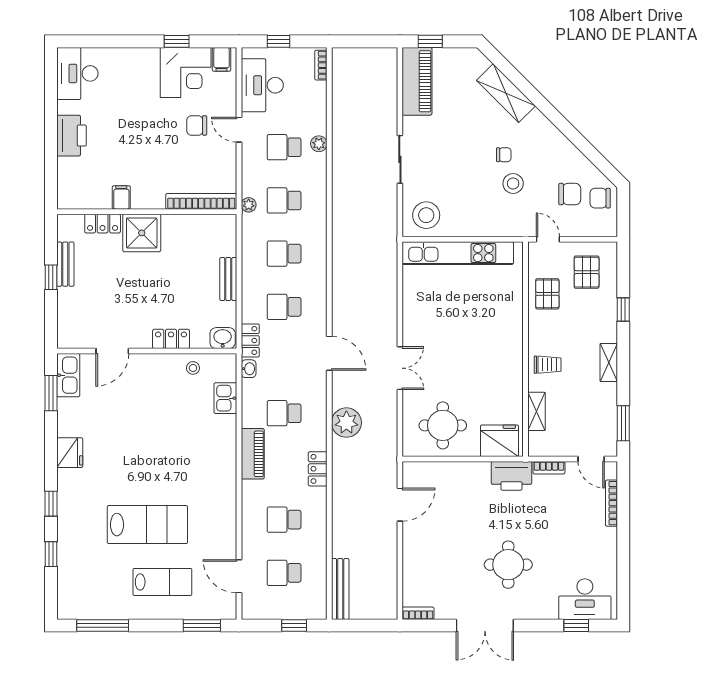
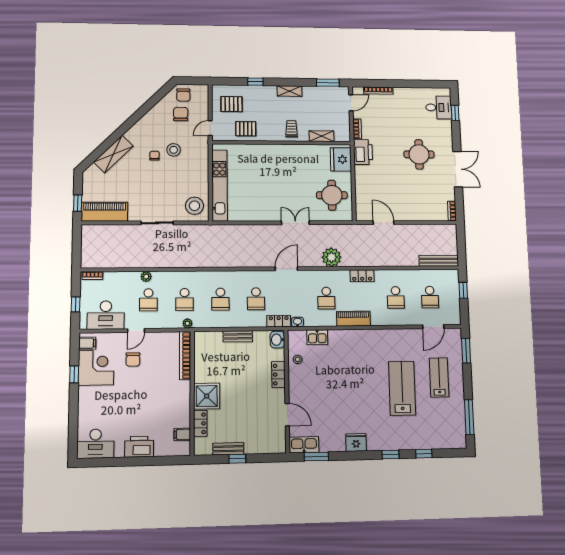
filing cabinet: (121, 198) -> (182, 434), moved
desk: (585, 599) -> (439, 107), width x0.73

